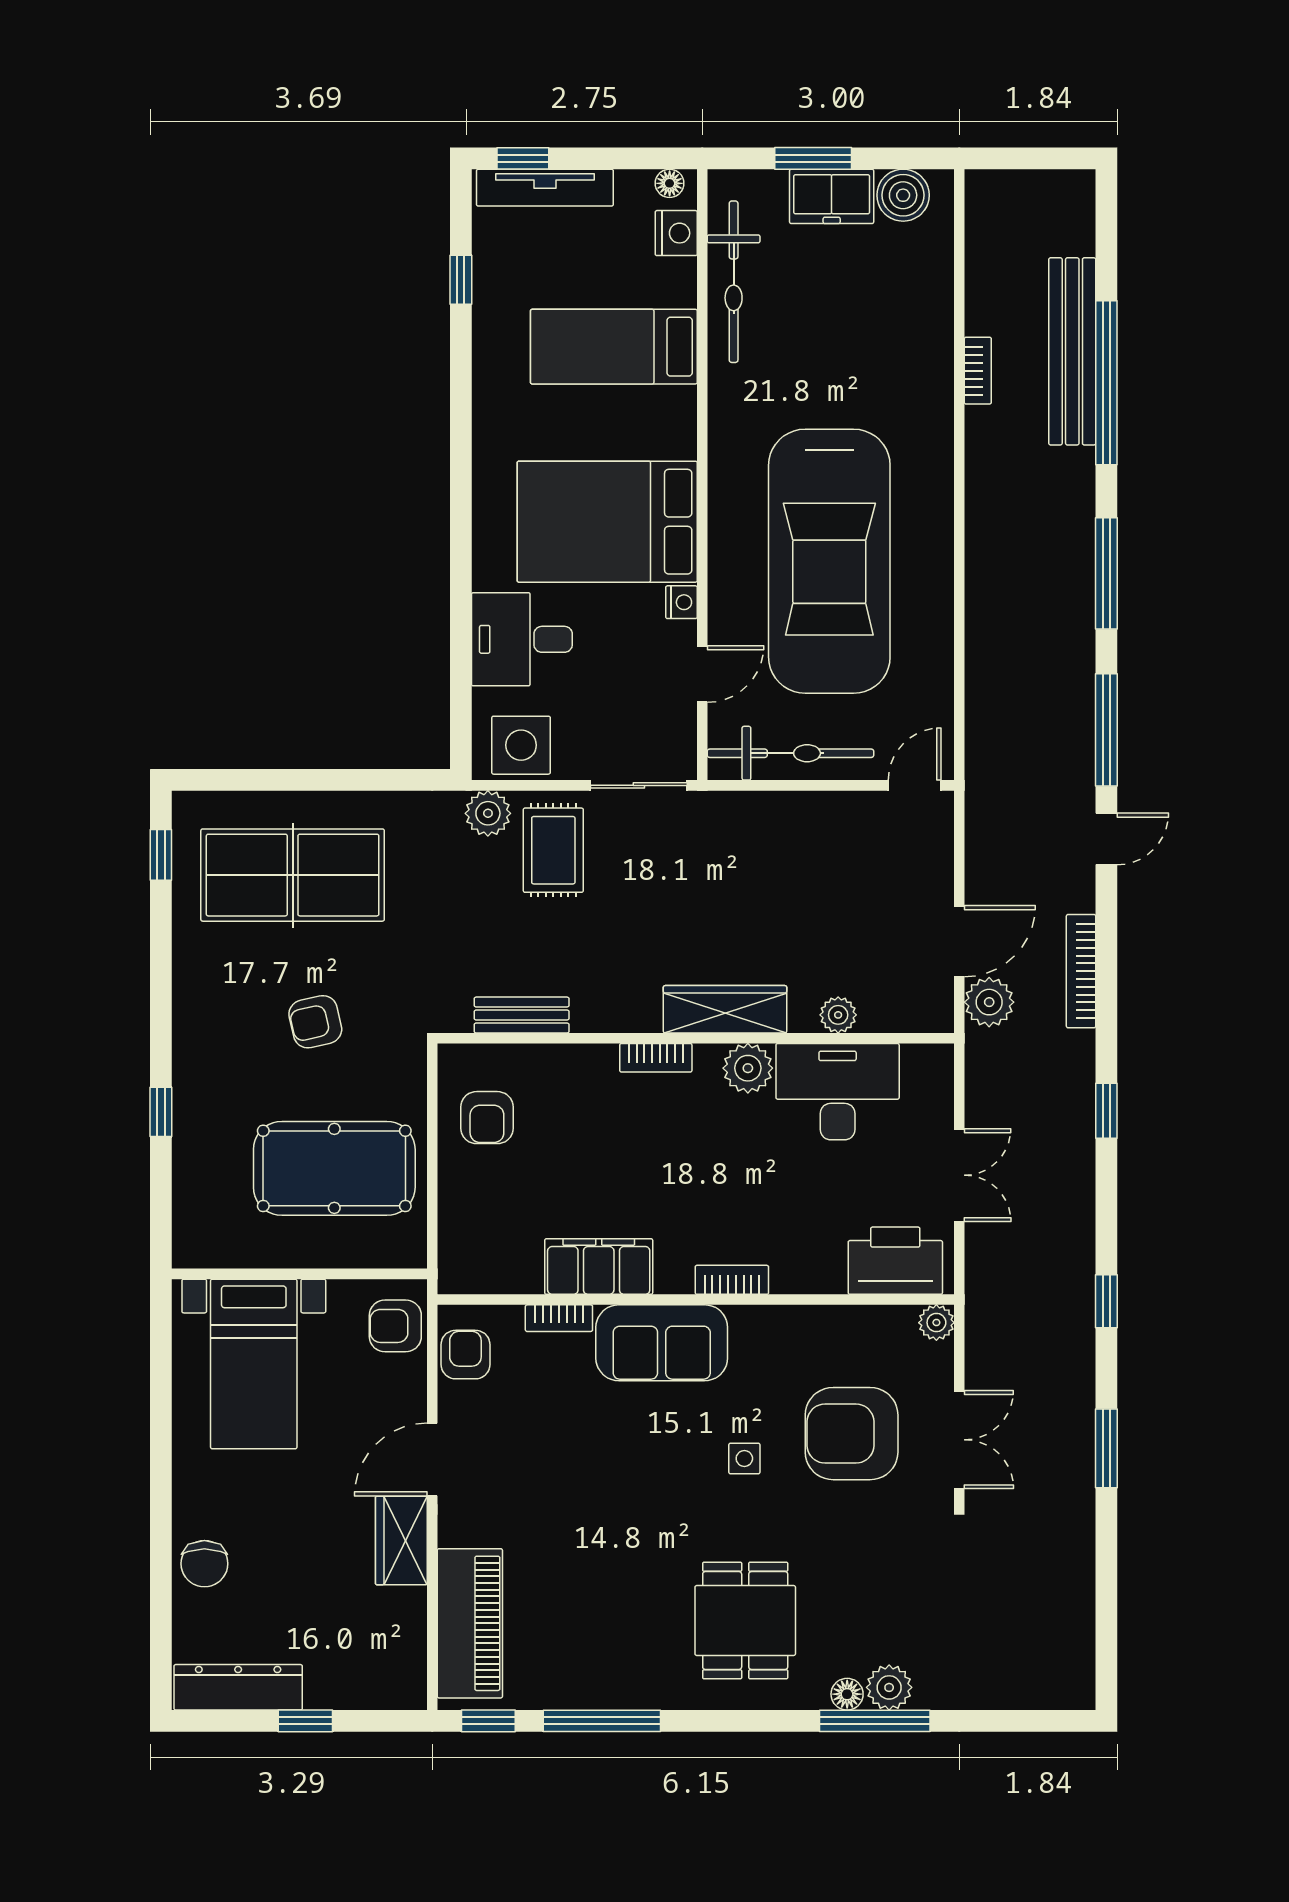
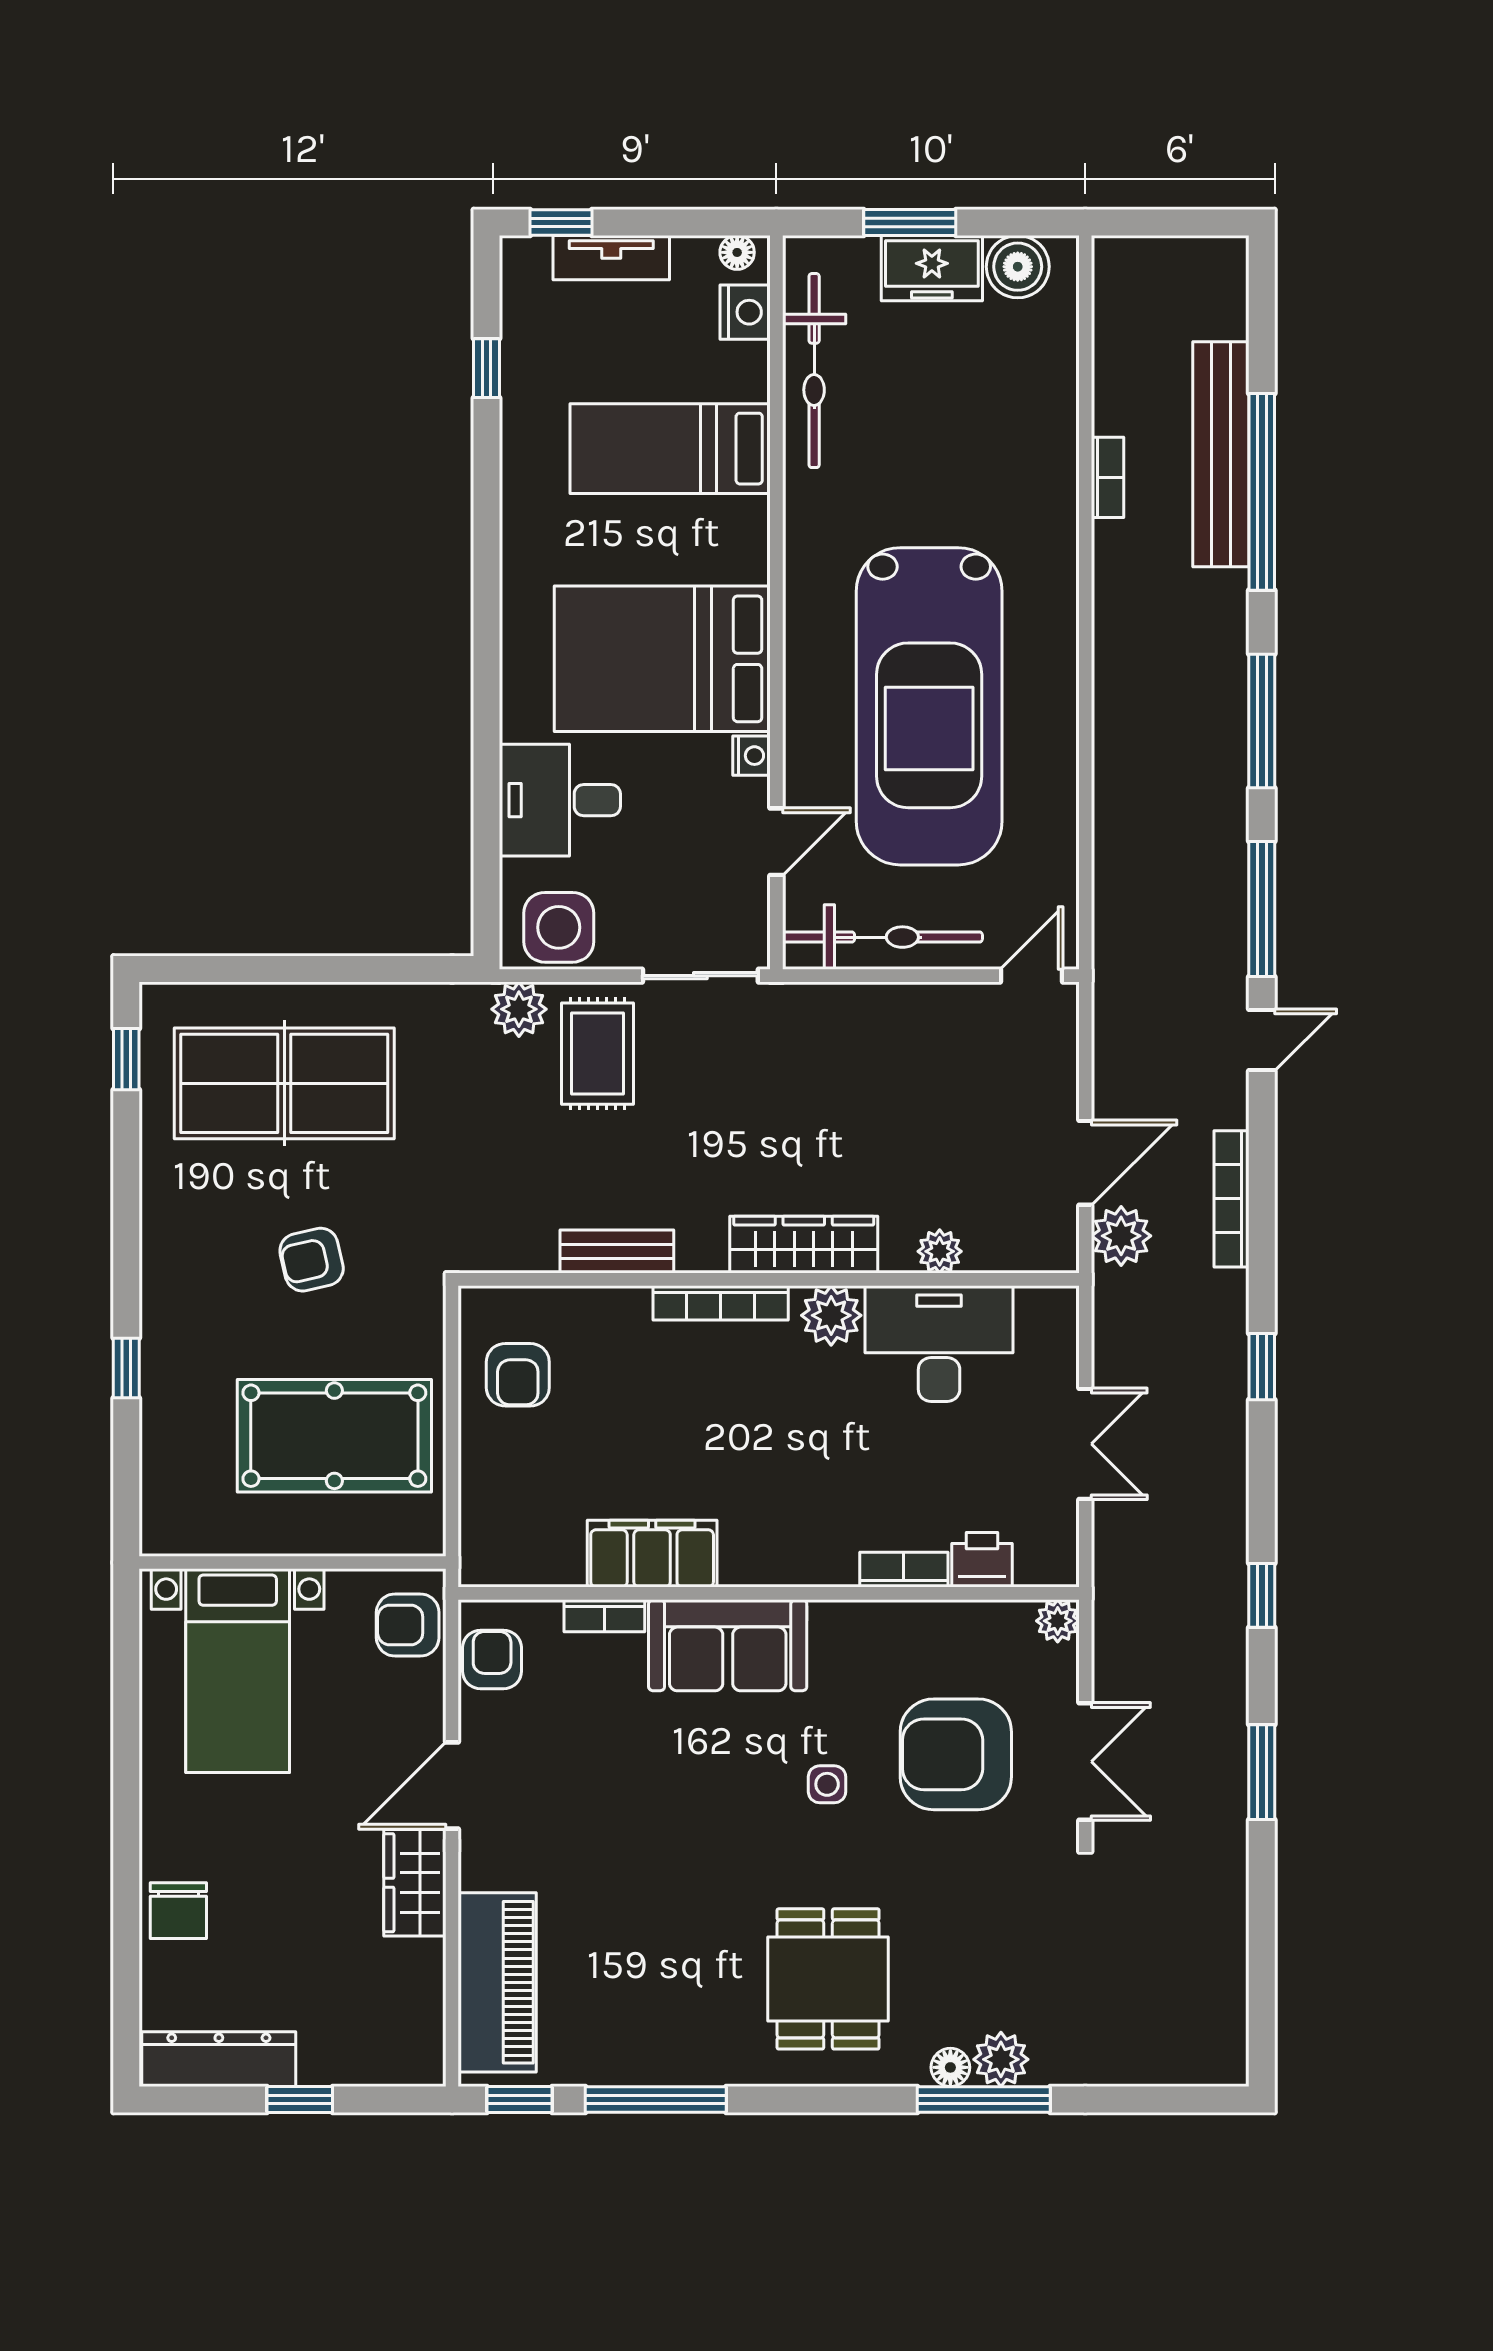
tv unit: (545, 188) -> (611, 258), width x0.71
bench: (522, 1015) -> (617, 1252), moved
bookcase: (656, 1058) -> (721, 1303), width x1.56
printer: (895, 1261) -> (982, 1560), width x0.53, depth x0.68
bookcase: (732, 1280) -> (904, 1570), moved

